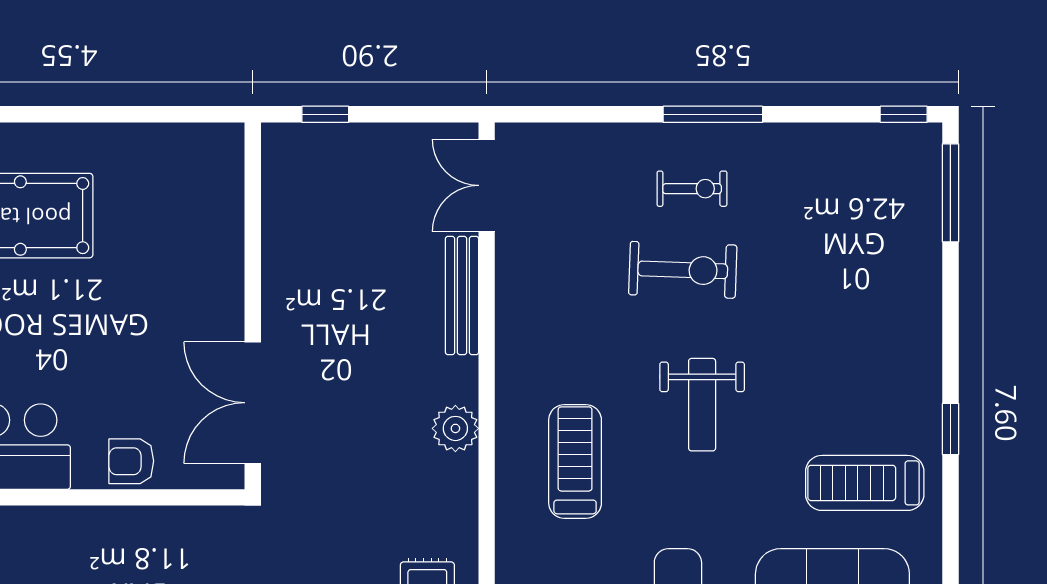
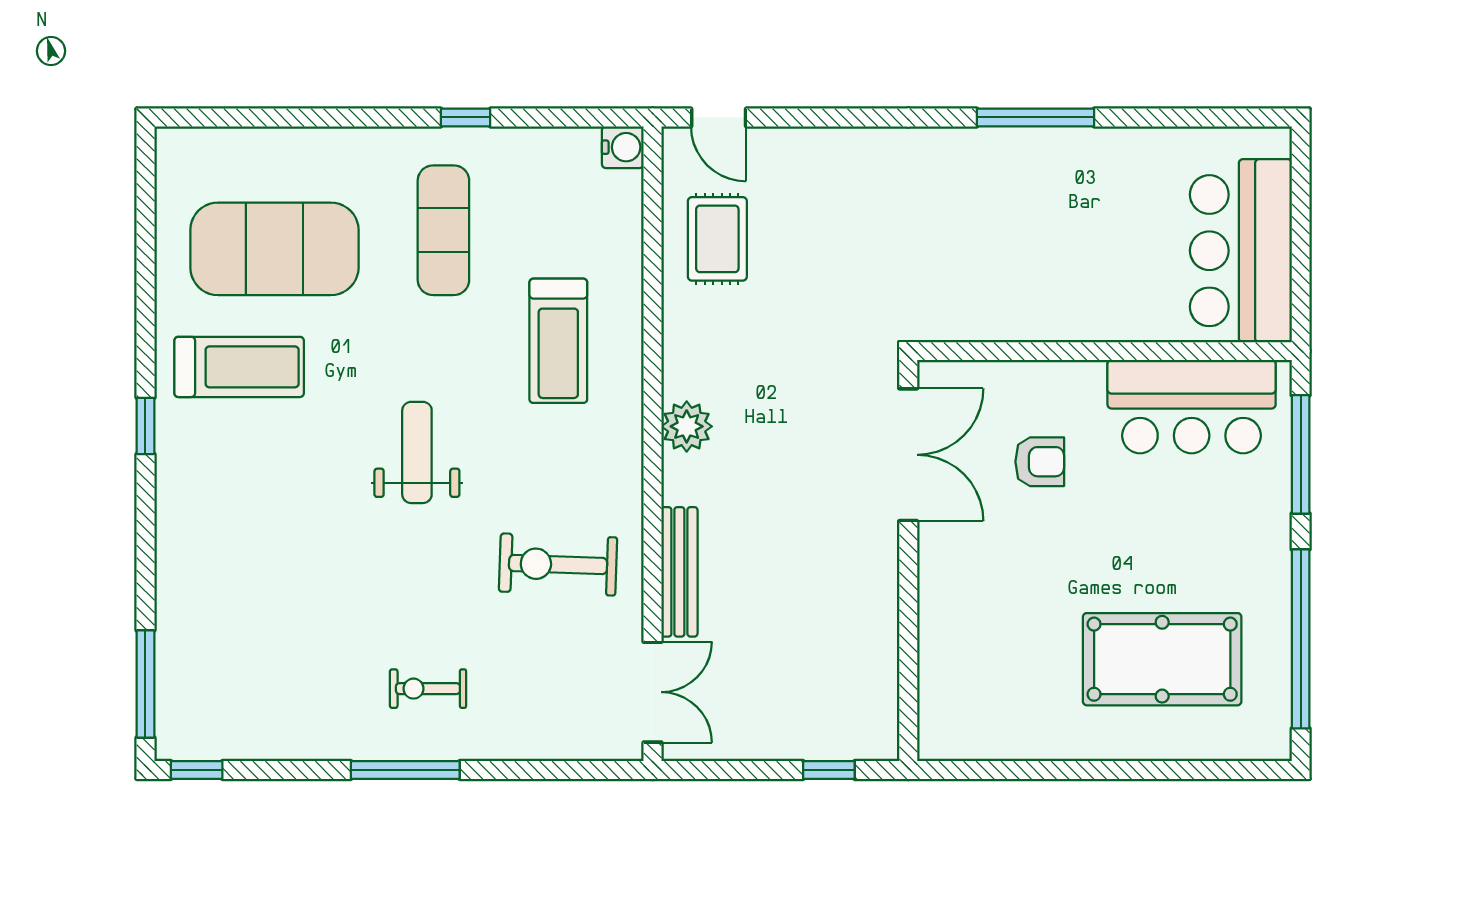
exercise bike: (683, 270) -> (558, 565), moved
armchair: (131, 461) -> (1040, 462), moved
treadmill: (575, 461) -> (558, 341), moved

